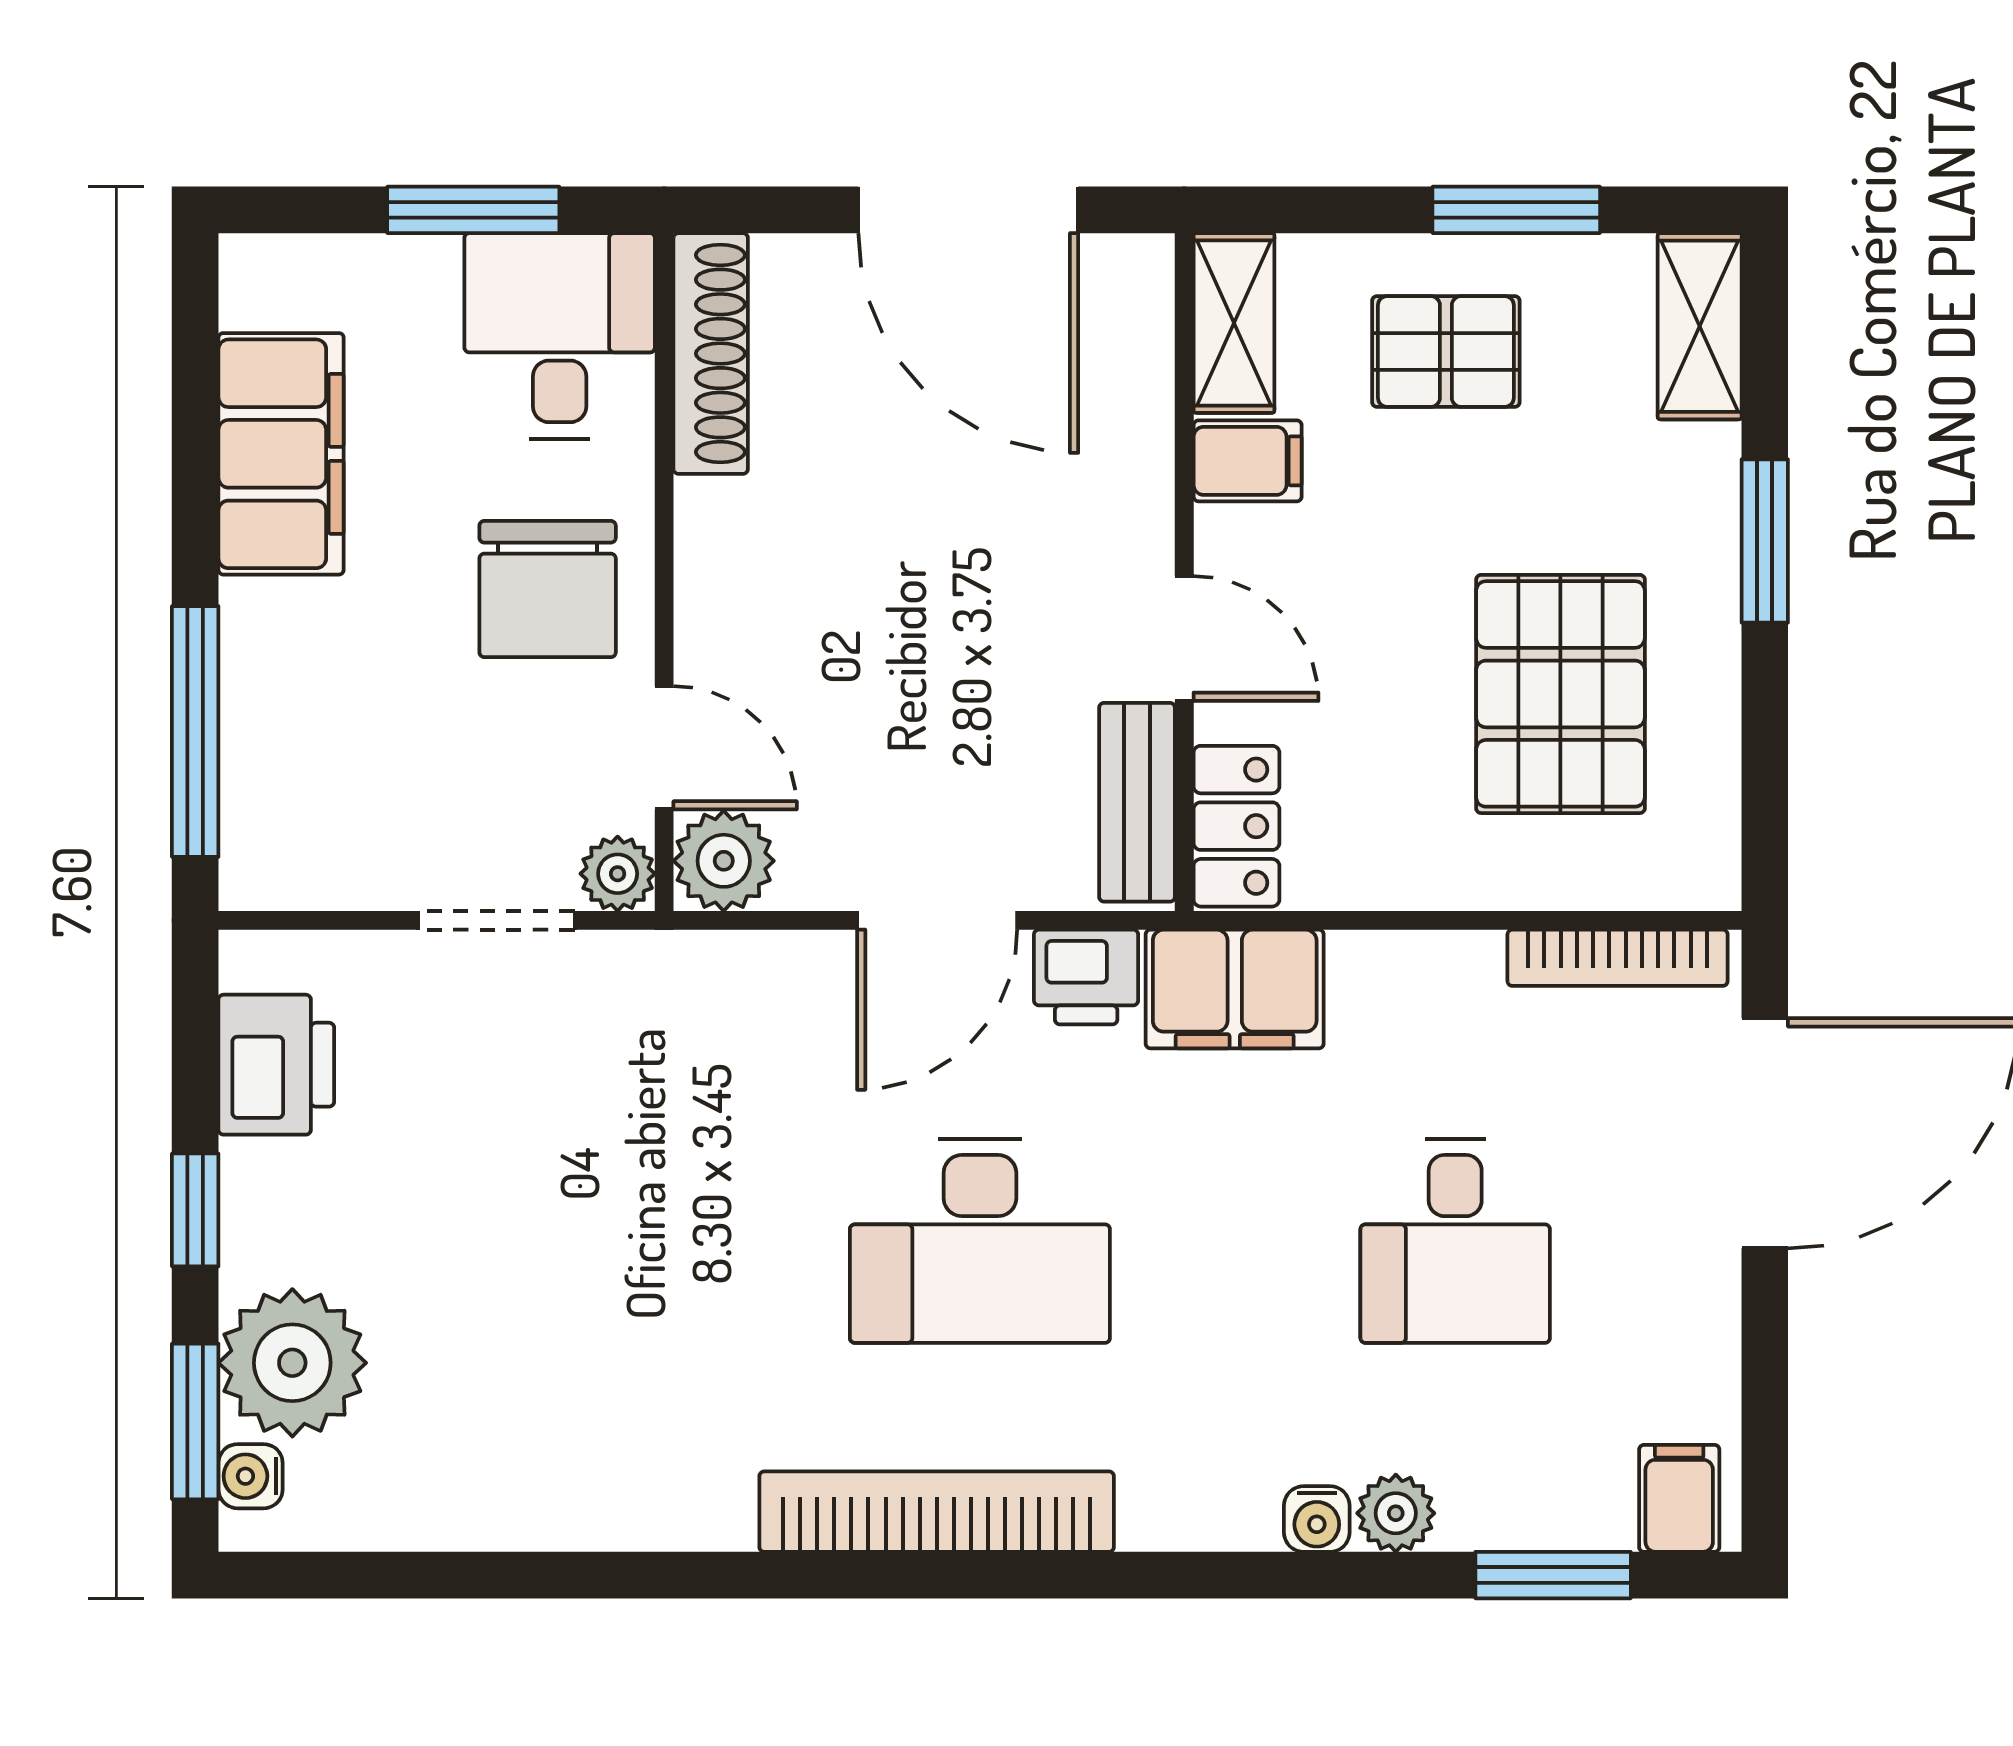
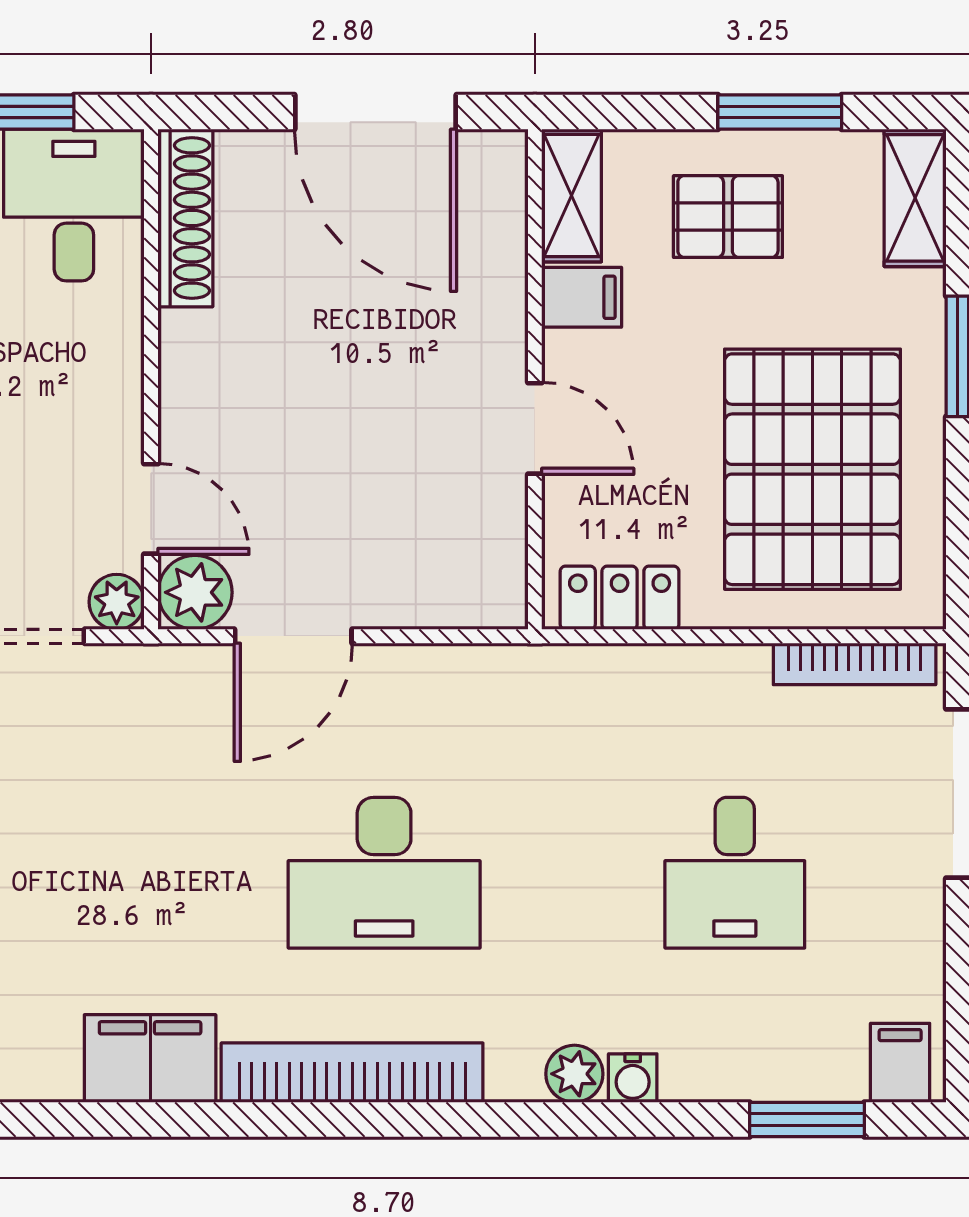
chair: (548, 589) -> (65, 392), removed
pallet: (1560, 694) -> (812, 469), width x1.37, depth x1.41
bench: (1137, 802) -> (500, 549), removed
locker: (1236, 826) -> (620, 598), moved, turned -90
door: (937, 920) -> (293, 636), moved
printer: (1086, 977) -> (462, 678), removed
filing cabinet: (1235, 989) -> (150, 1059), moved, turned 180
plant: (1396, 1513) -> (574, 1074), moved

